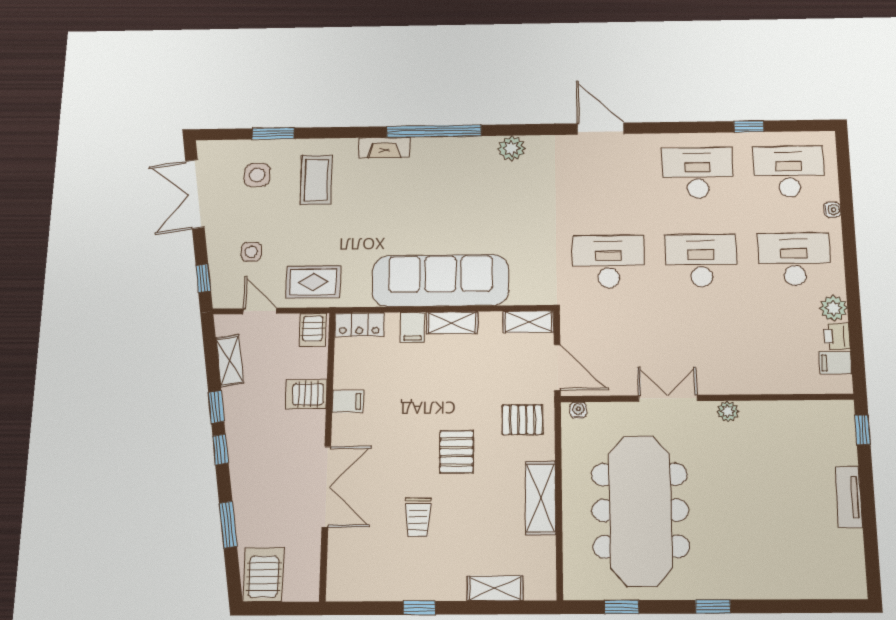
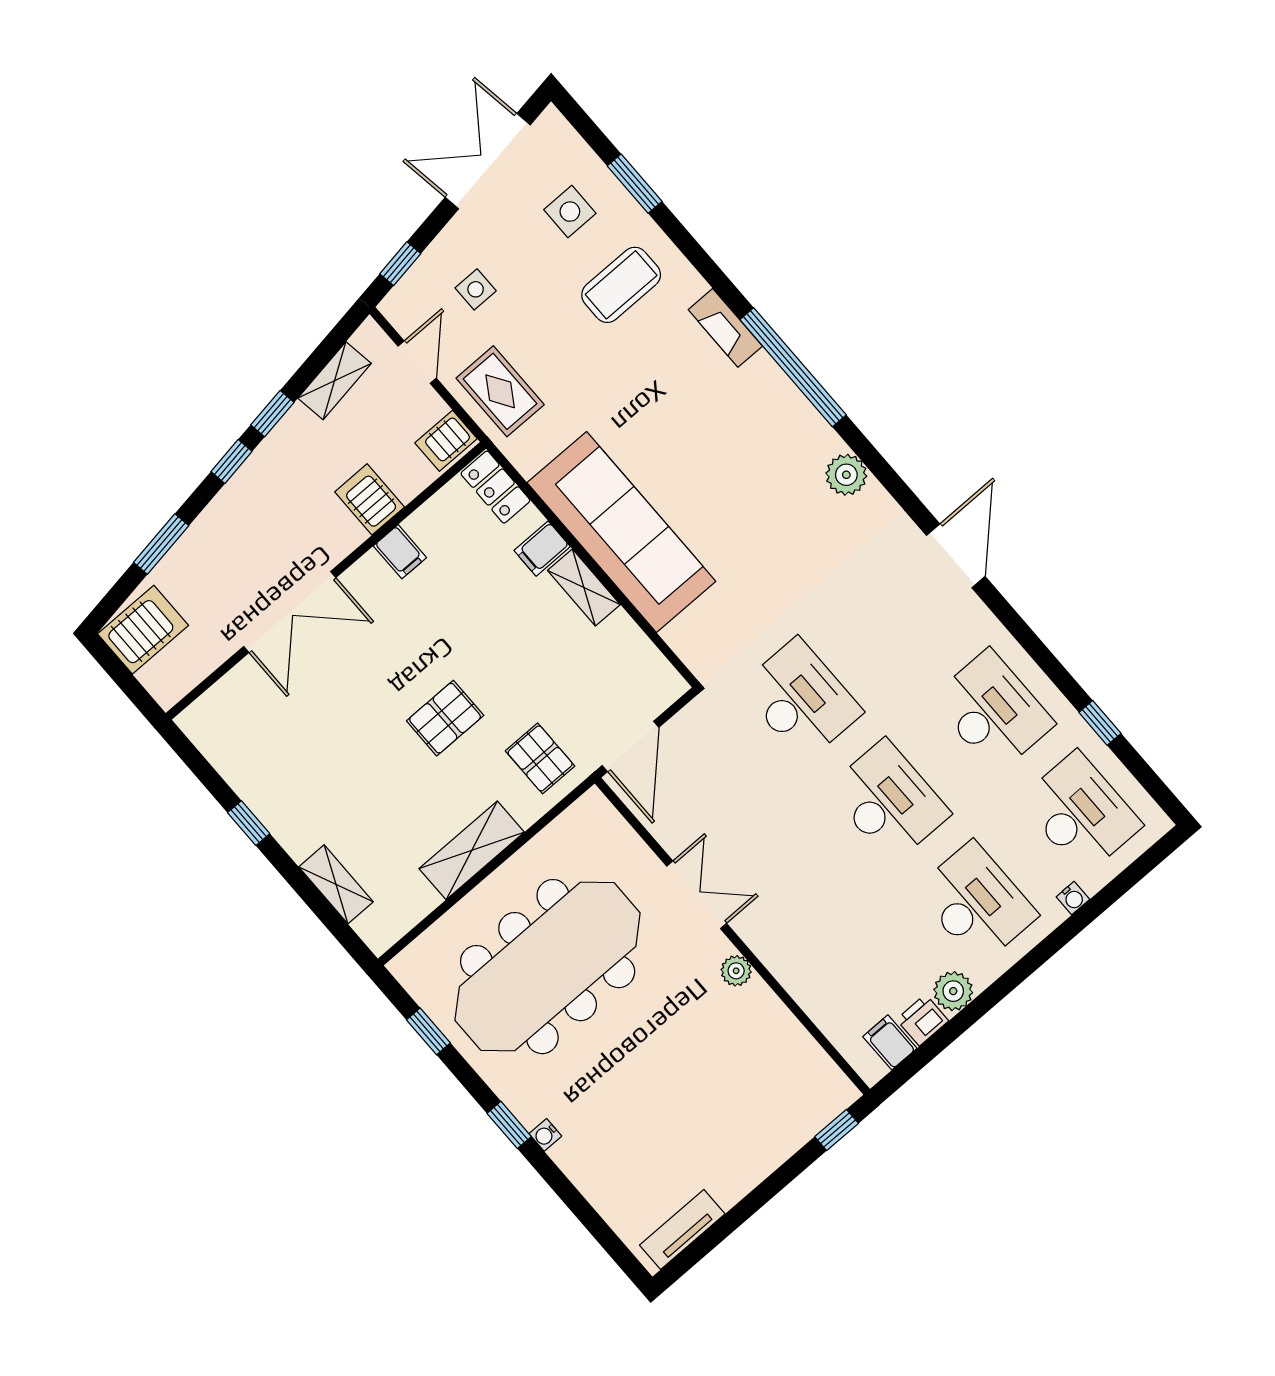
shelving: (528, 322) -> (656, 671), removed
water cooler: (578, 410) -> (545, 1135), moved, turned 180
tv unit: (849, 497) -> (682, 1229), moved
trolley: (418, 517) -> (341, 739), removed

